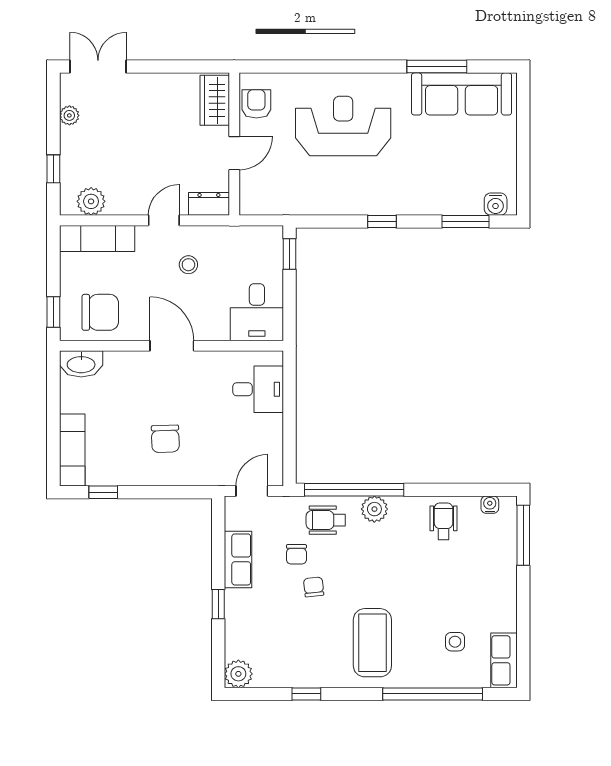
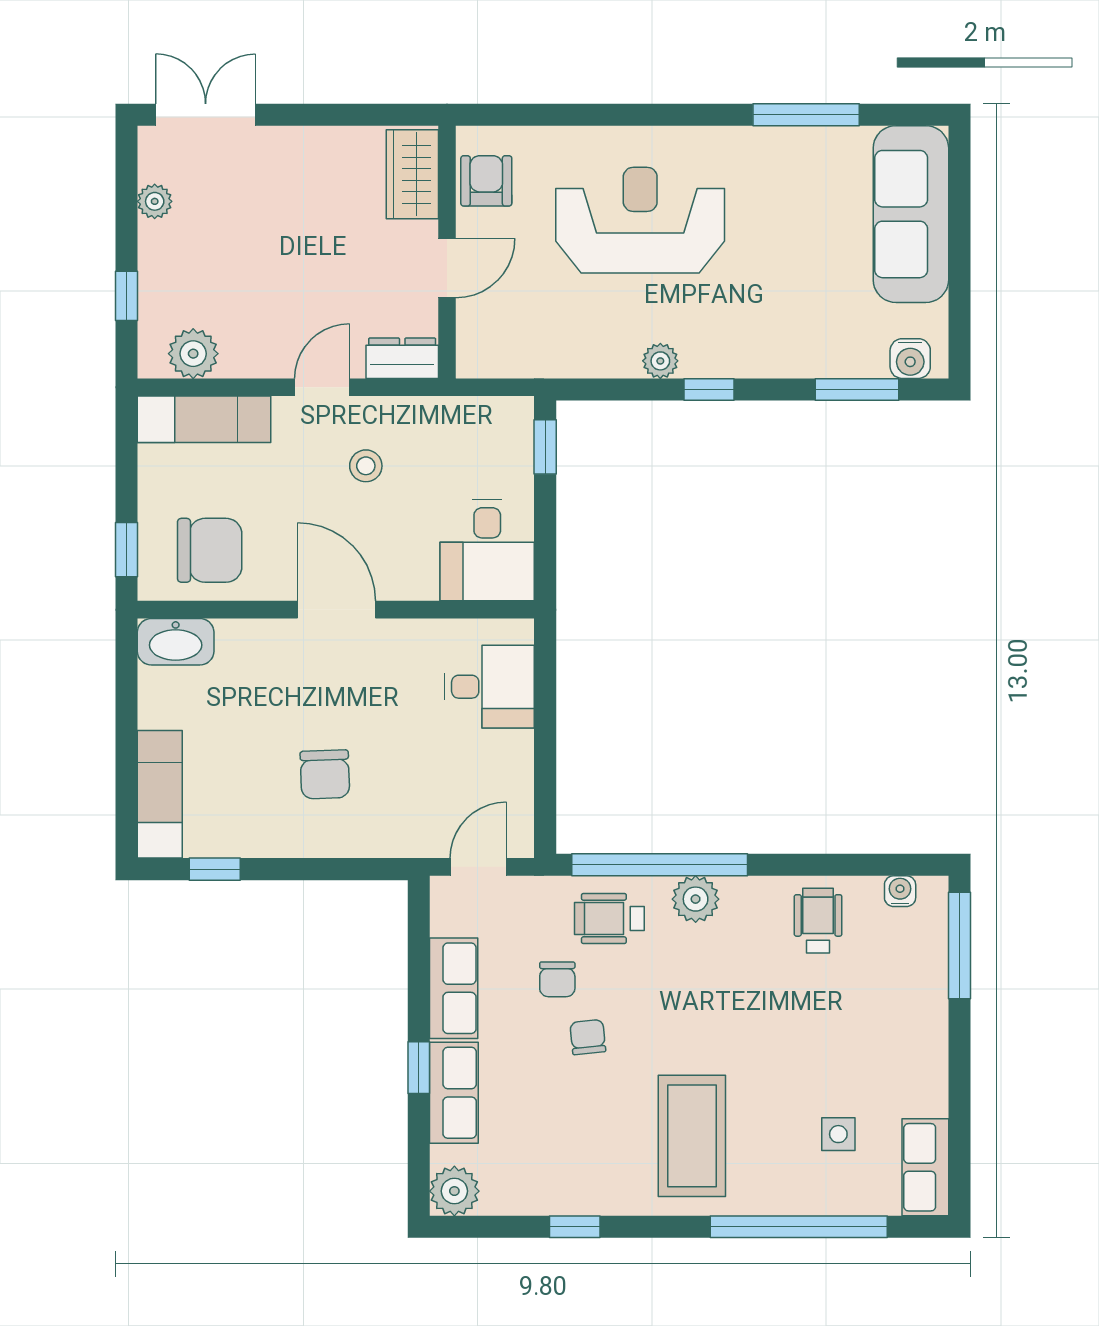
sofa: (462, 94) -> (911, 214), moved, turned 90
plant: (355, 205) -> (660, 361), added
row of seats: (238, 618) -> (454, 1093), added

